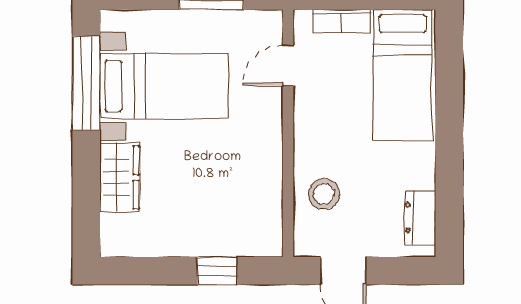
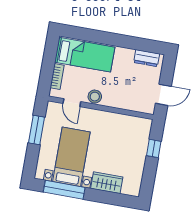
stool: (324, 194) -> (95, 97), moved

